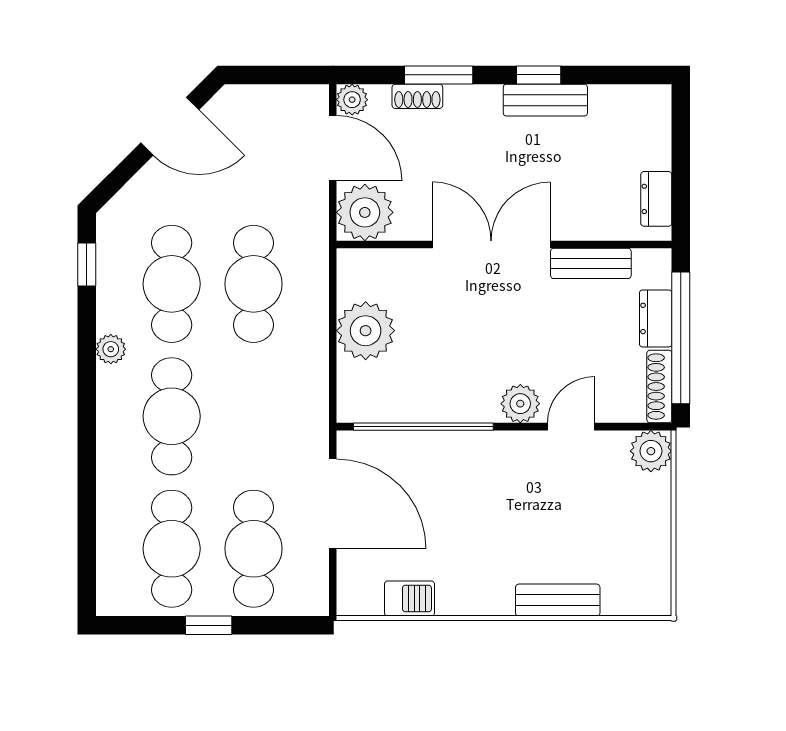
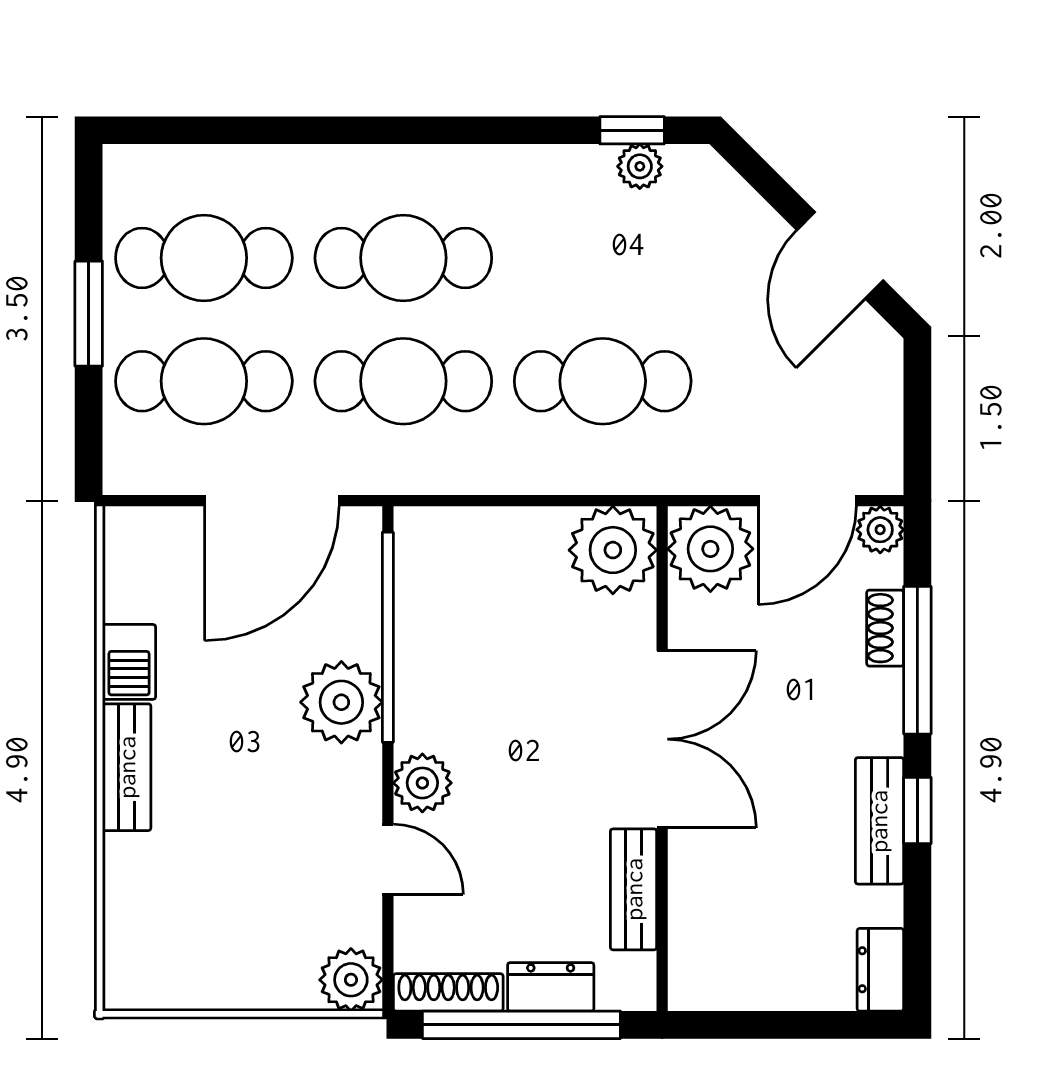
window: (439, 75) -> (917, 660), width x1.44
dresser: (656, 199) -> (880, 970), moved, turned -90
cafe table: (172, 284) -> (403, 381), moved
plant: (366, 331) -> (613, 550), moved
plant: (111, 349) -> (640, 166), moved
plant: (467, 457) -> (341, 702), added
barbecue: (409, 598) -> (129, 662), moved
bench: (558, 600) -> (127, 767), moved
window: (209, 625) -> (89, 314), width x1.50

